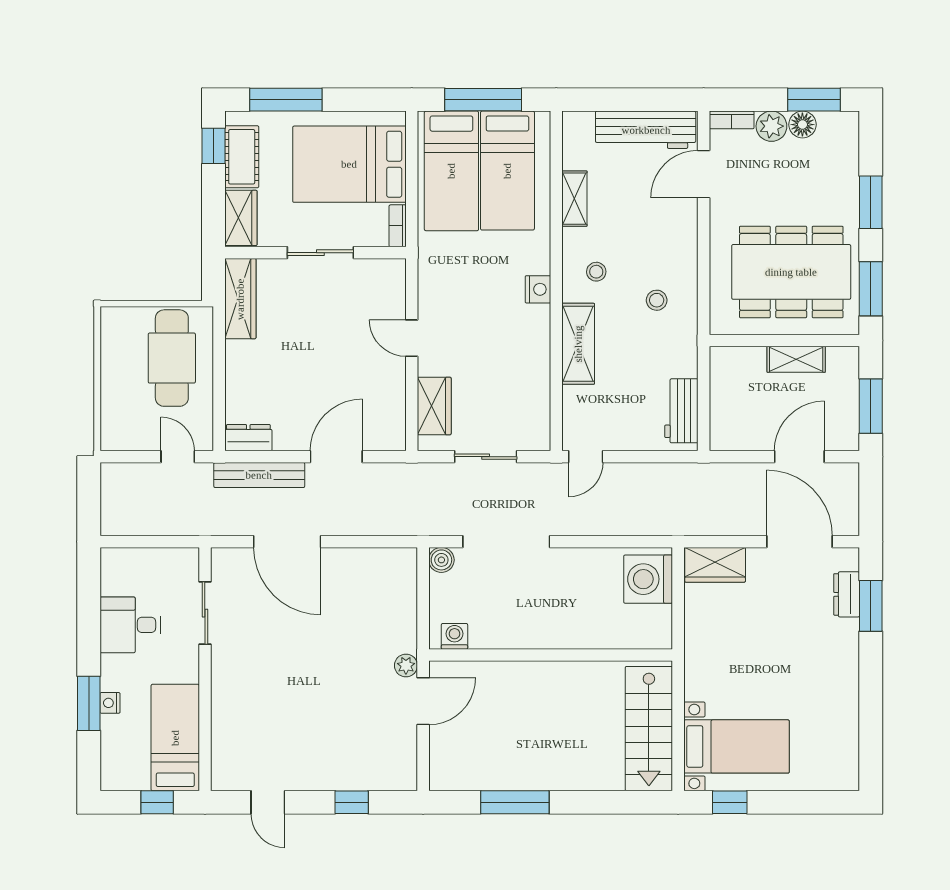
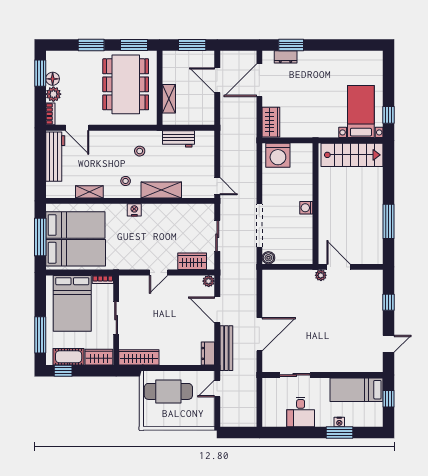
shelving: (796, 359) -> (169, 99), moved
workbench: (681, 411) -> (179, 139), moved
plant: (394, 439) -> (209, 281), added
washing machine: (454, 636) -> (306, 208), moved

